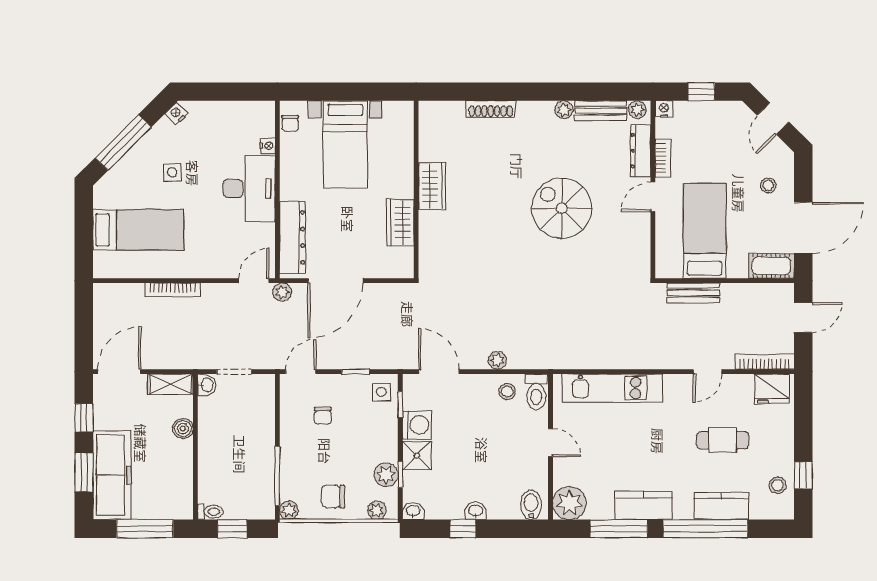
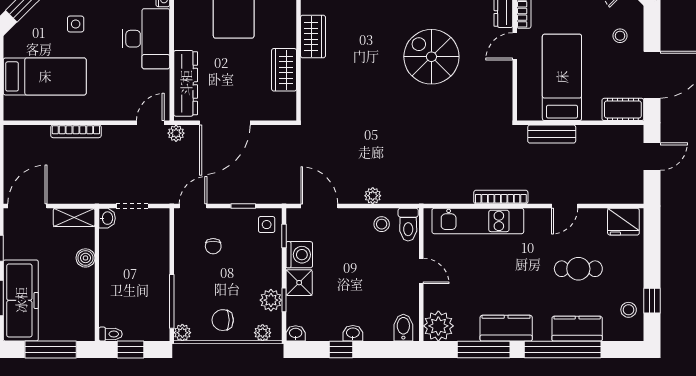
bookcase: (765, 362) -> (501, 197), moved

